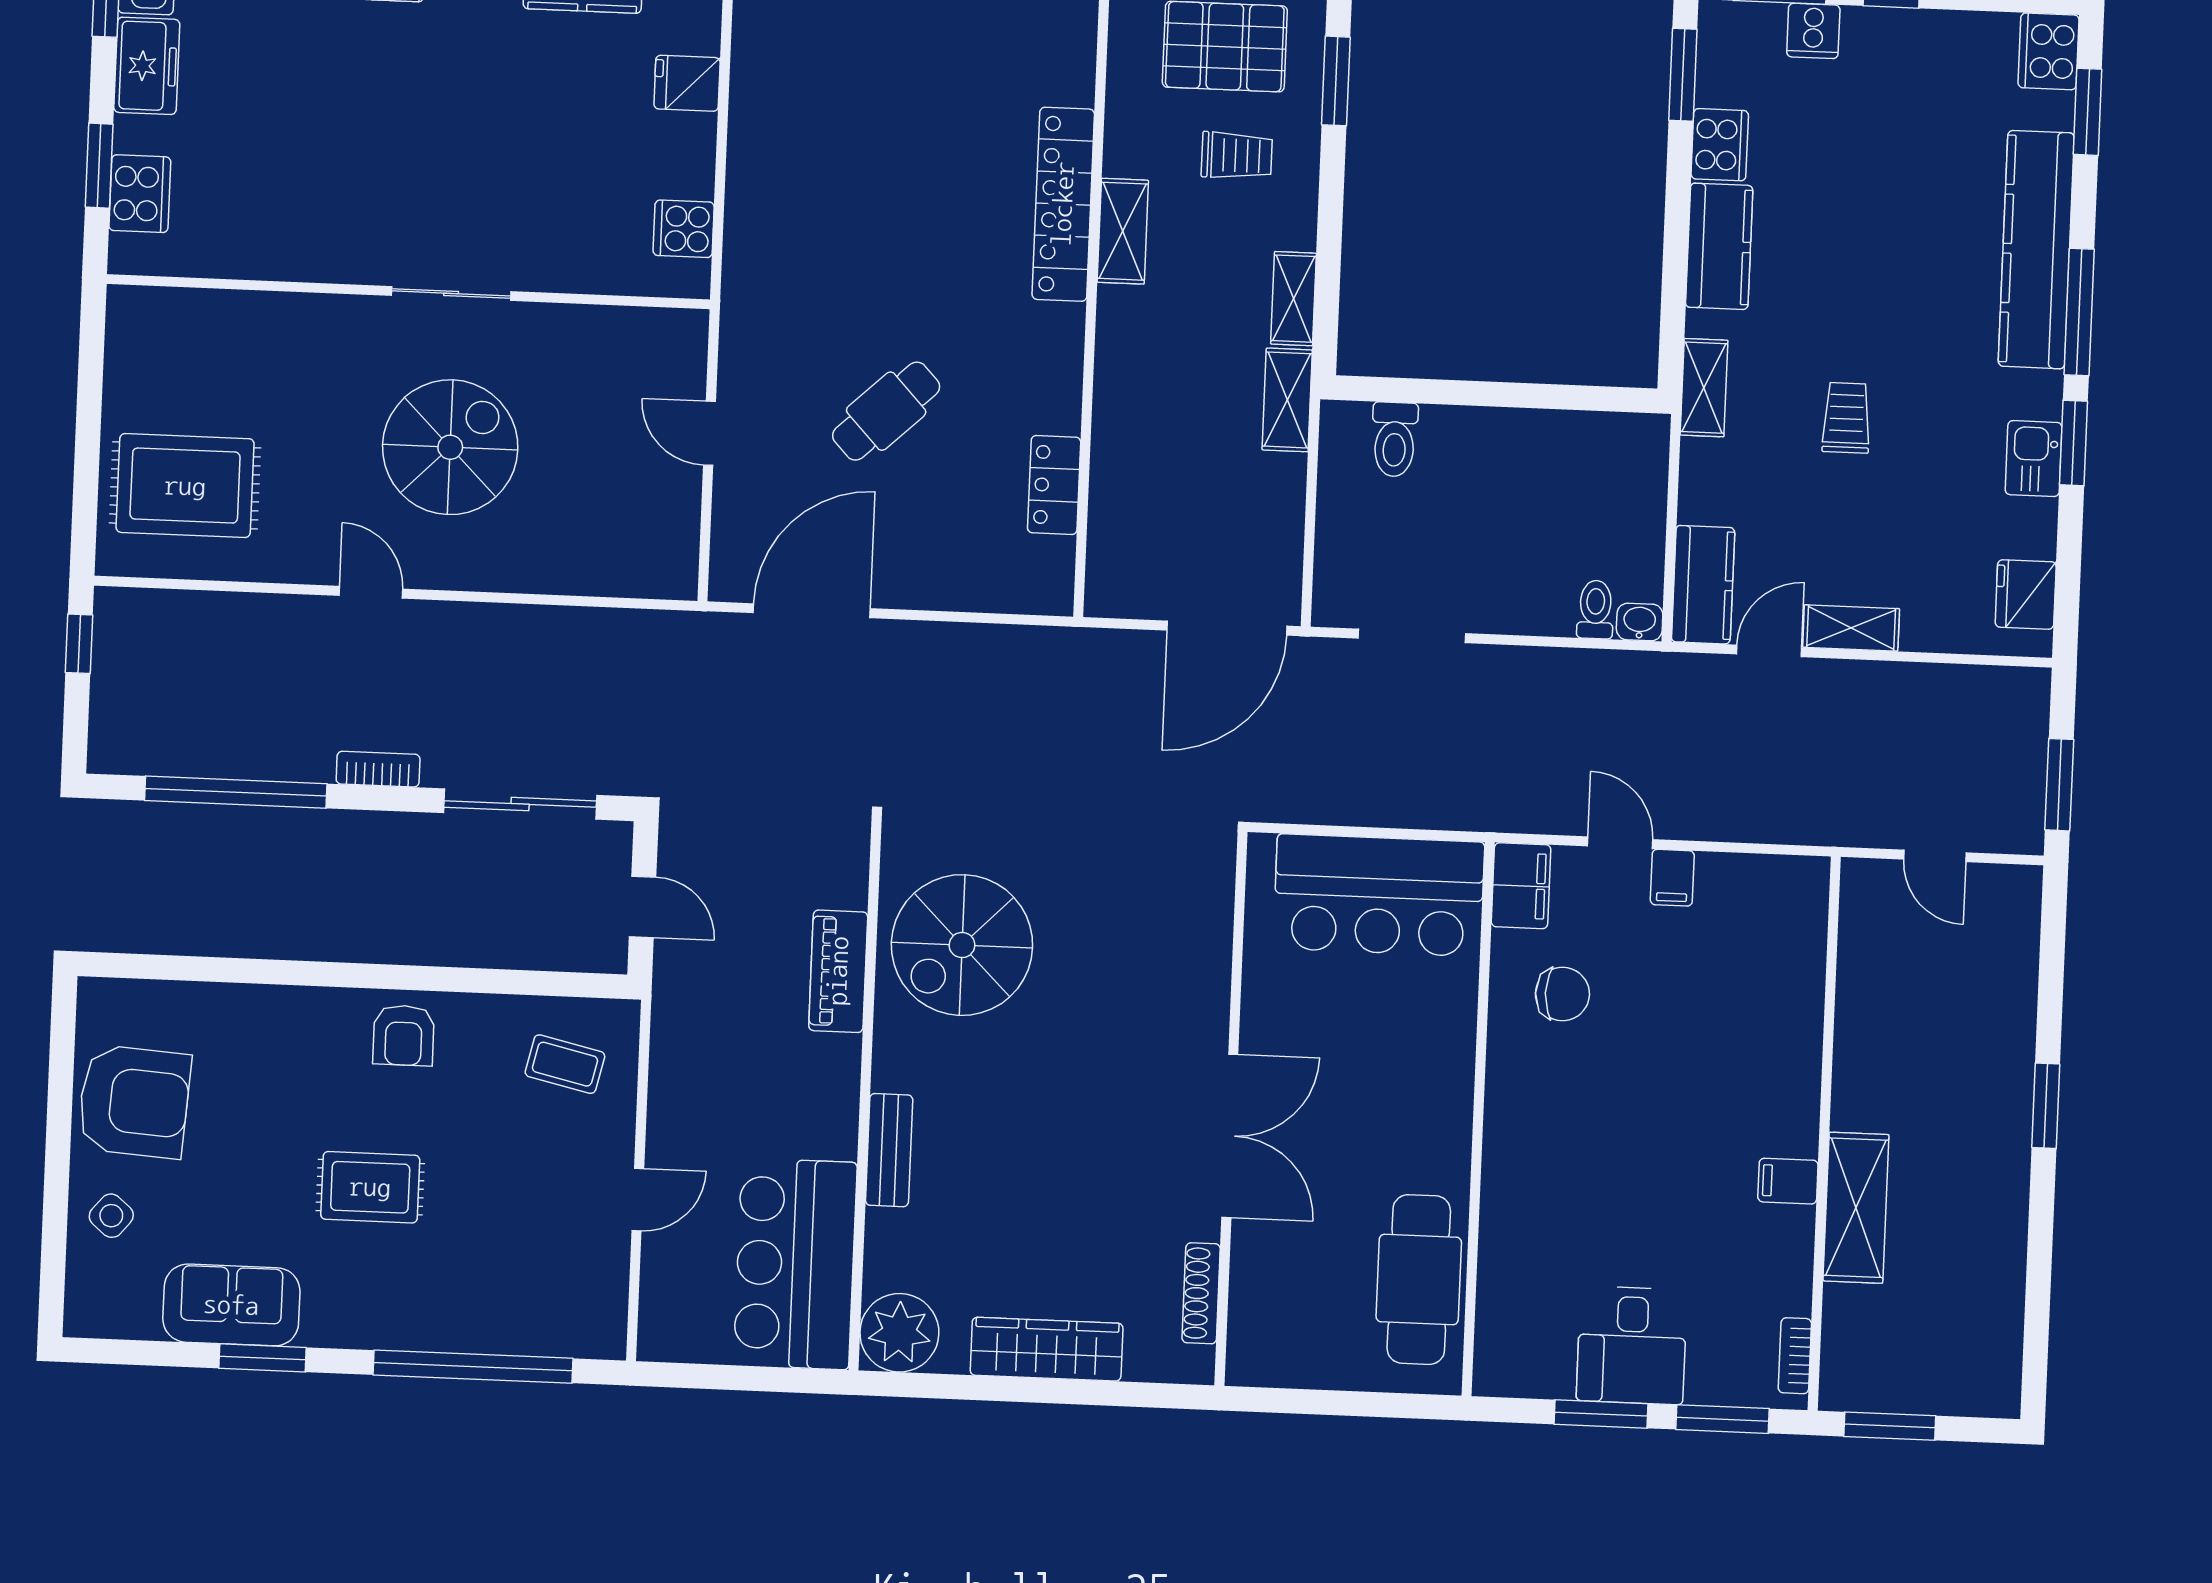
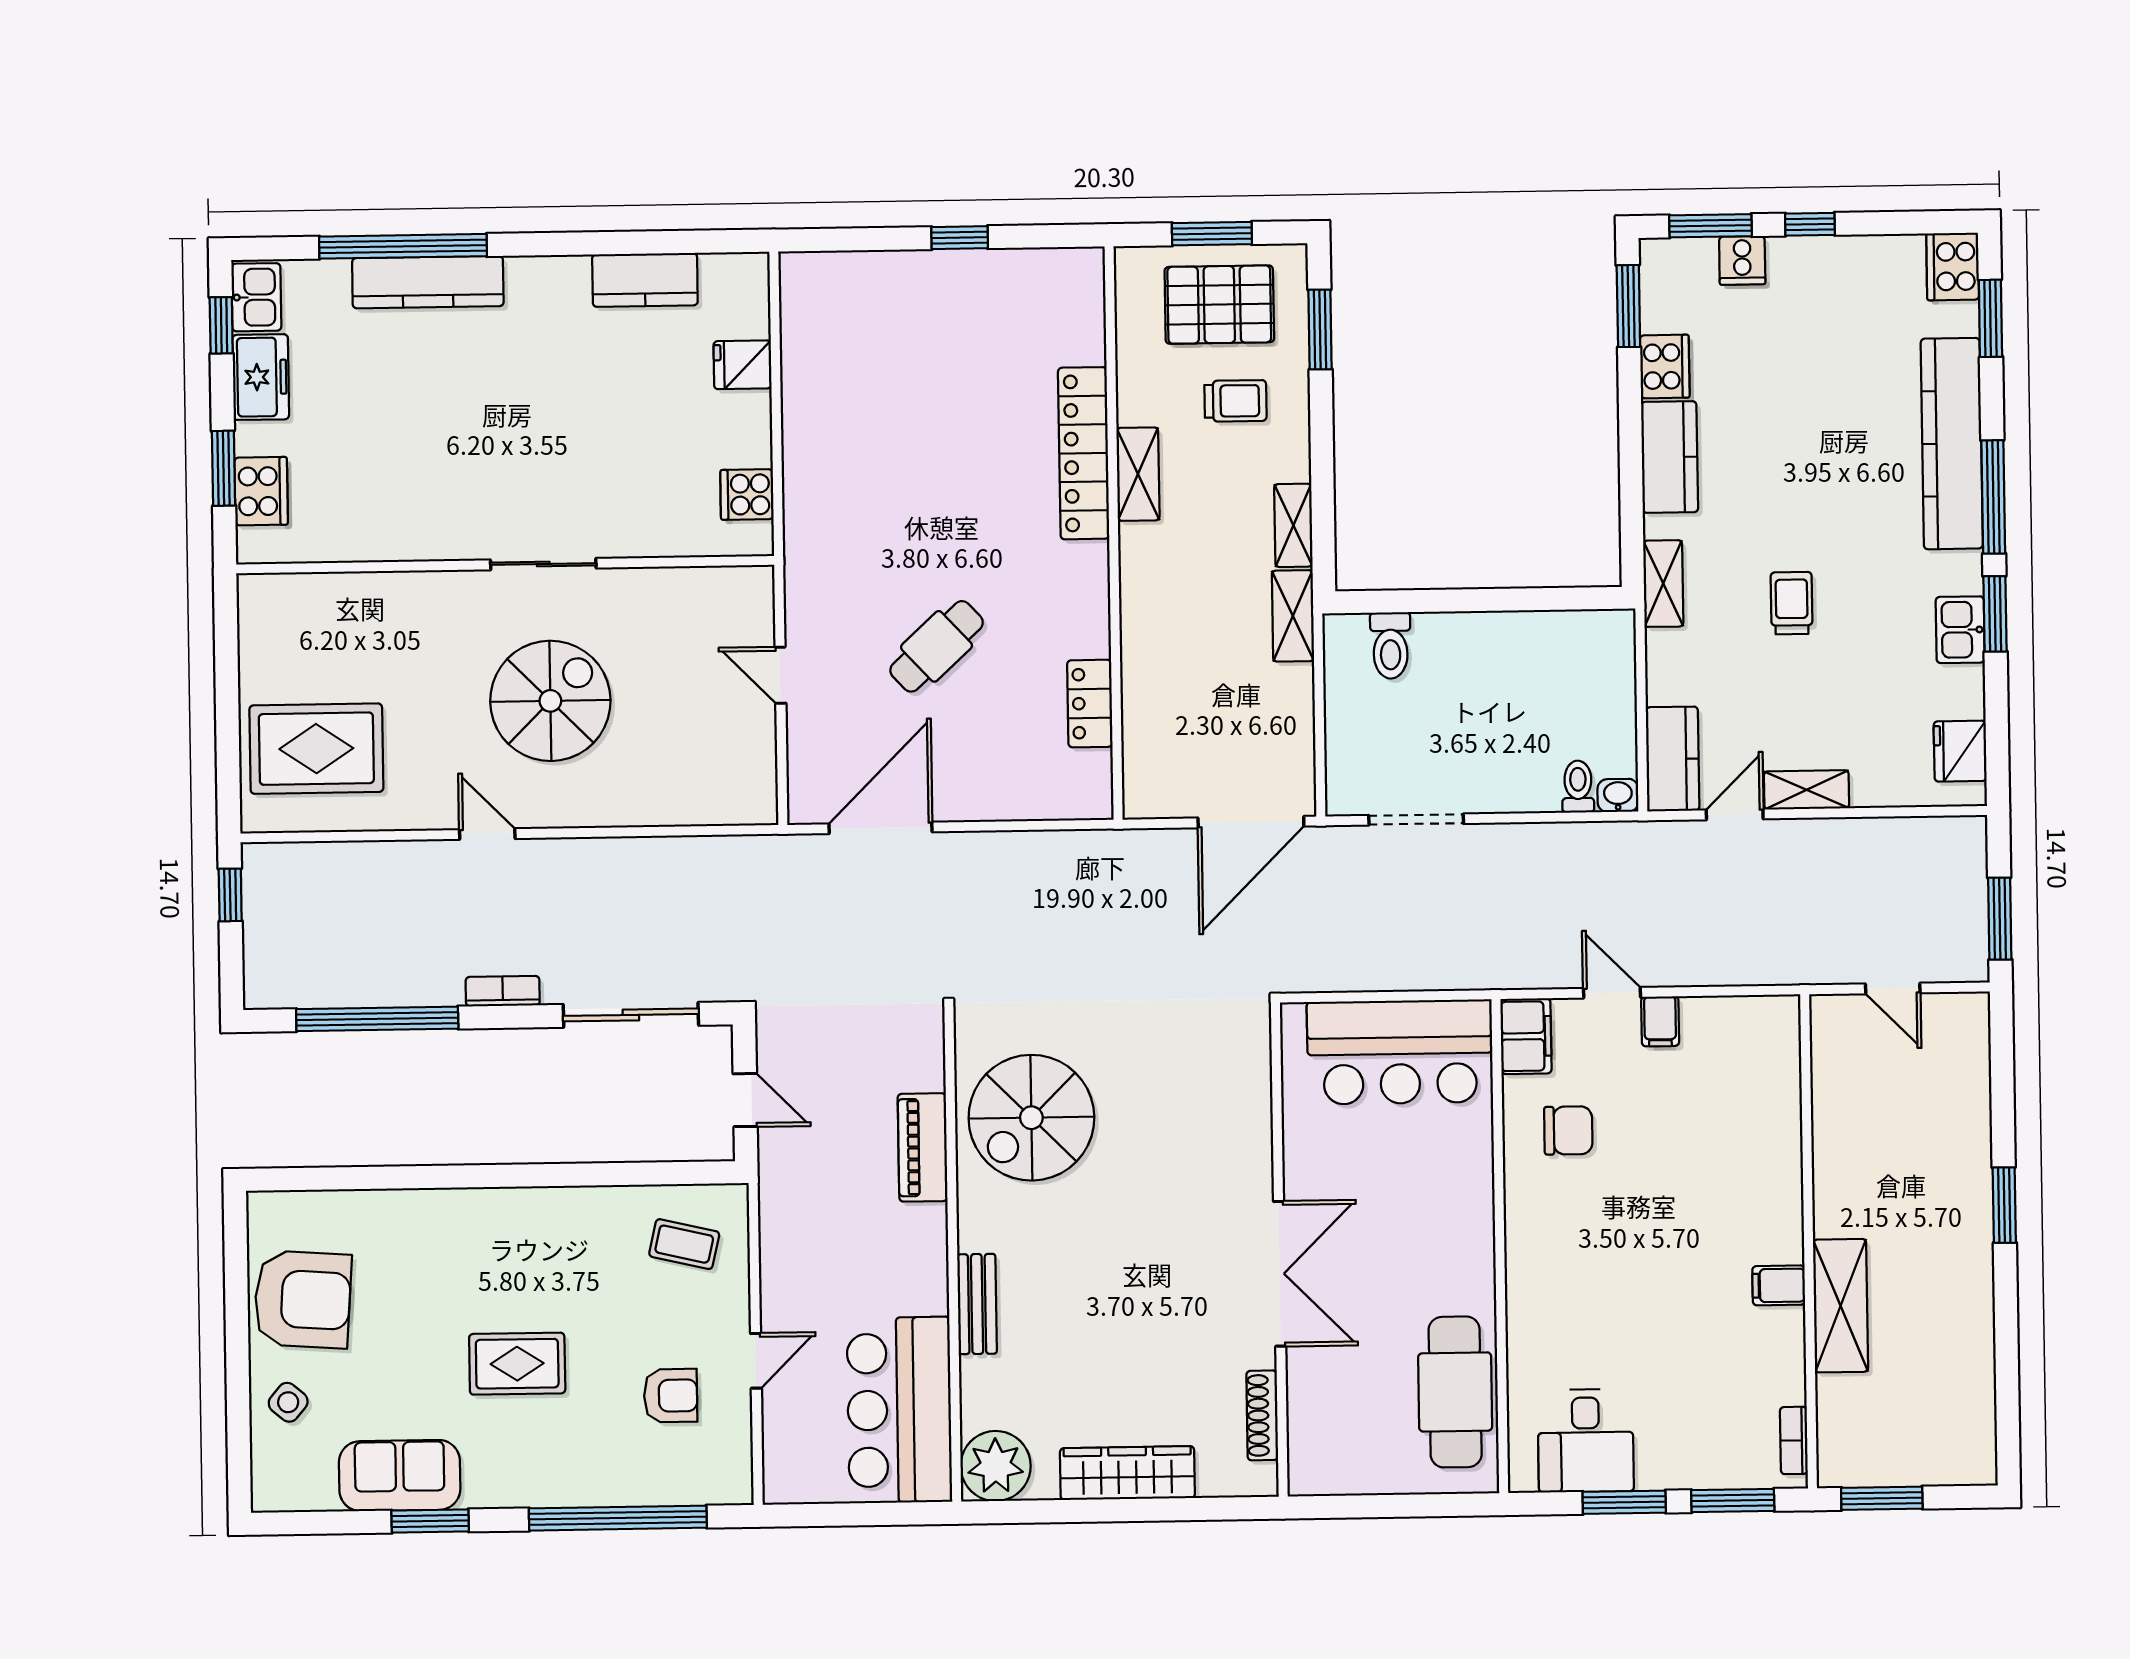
armchair: (404, 1035) -> (671, 1396), moved, turned -90
desk: (1632, 1345) -> (1586, 1441), moved

